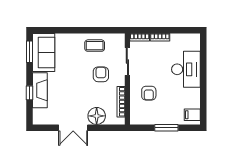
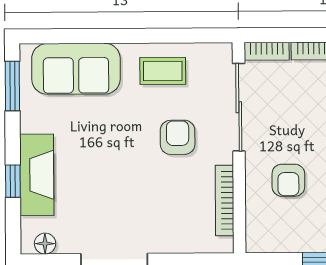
sofa: (44, 52) -> (76, 69), moved, turned 90
sliding door: (127, 61) -> (239, 107), width x1.37
floor lamp: (97, 116) -> (45, 244), moved, width x0.53, depth x0.53

